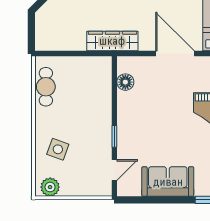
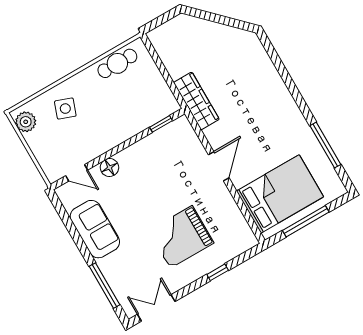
door: (175, 53) -> (219, 166), width x0.73
floor lamp: (125, 82) -> (109, 168), moved
window: (114, 136) -> (161, 124), moved

